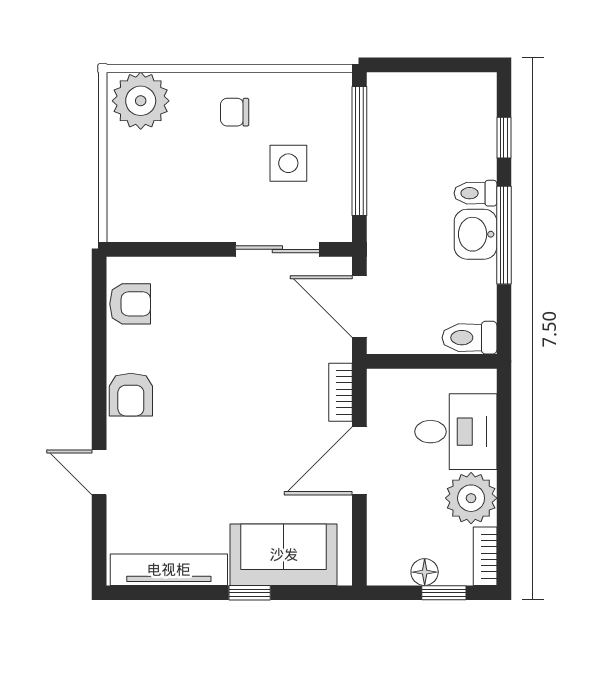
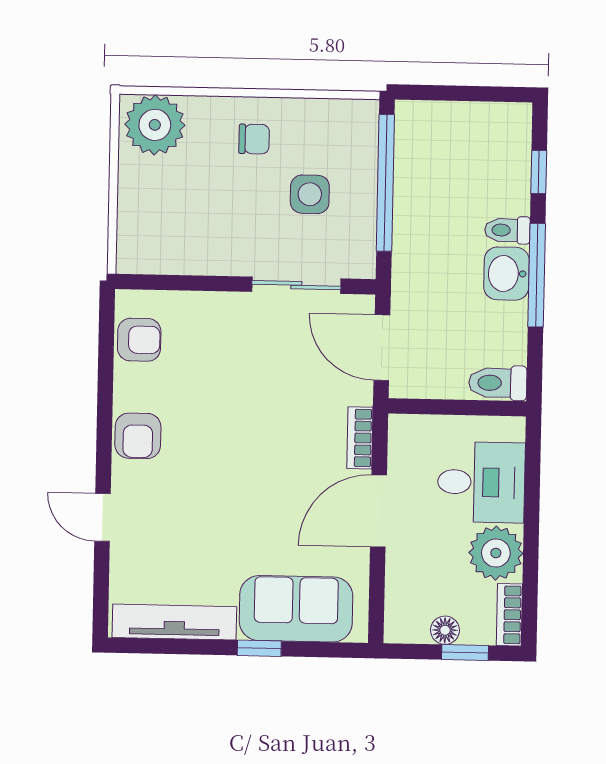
chair: (235, 112) -> (254, 139), turned 180

